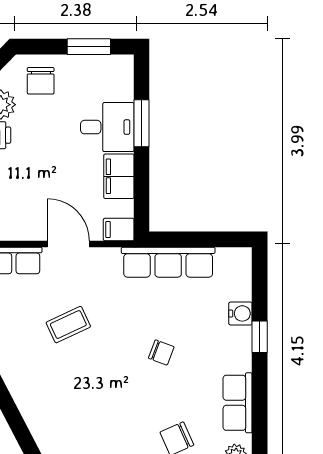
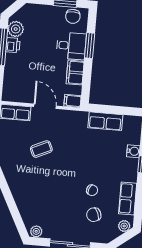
chair: (41, 81) -> (73, 16), moved
row of seats: (168, 262) -> (105, 121), width x0.68
chair: (161, 352) -> (92, 190), moved

